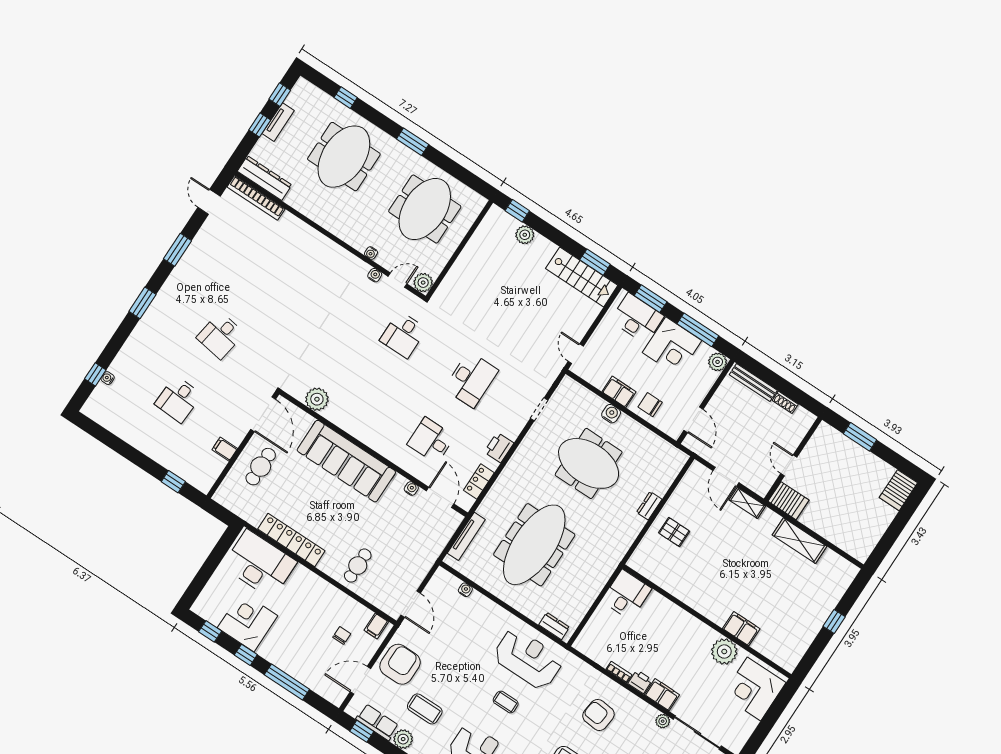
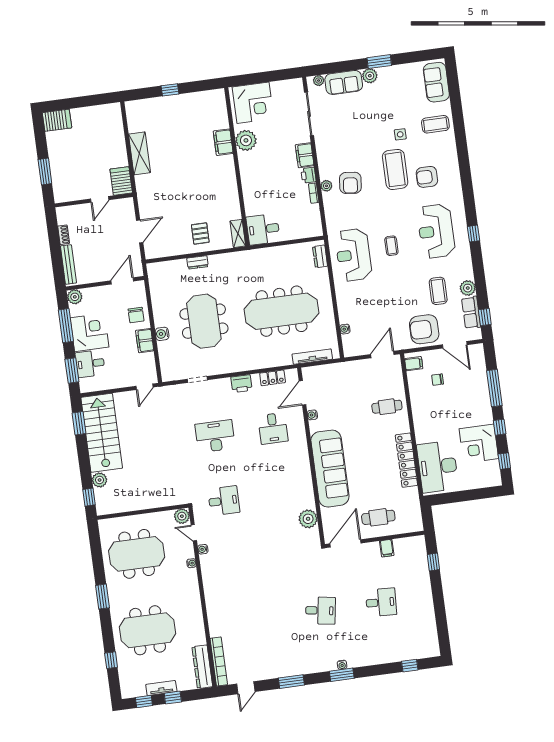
stairs: (582, 277) -> (102, 433), width x1.36, depth x1.51
desk: (637, 318) -> (90, 364), width x0.73
water cooler: (108, 378) -> (342, 665), moved
shelving: (747, 503) -> (238, 233), moved
plant: (663, 721) -> (326, 186), moved

